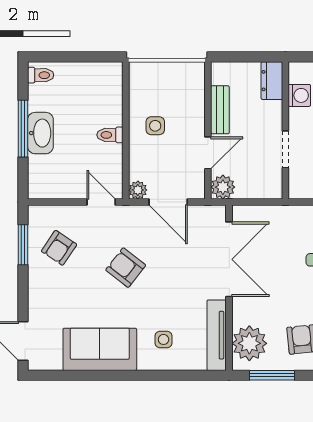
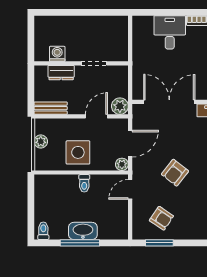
plant: (171, 71) -> (41, 142), added
dresser: (272, 81) -> (61, 73), moved
bench: (220, 110) -> (51, 108), moved
side table: (155, 126) -> (78, 152), width x1.87, depth x1.87
door: (208, 153) -> (96, 116), hinge flipped

